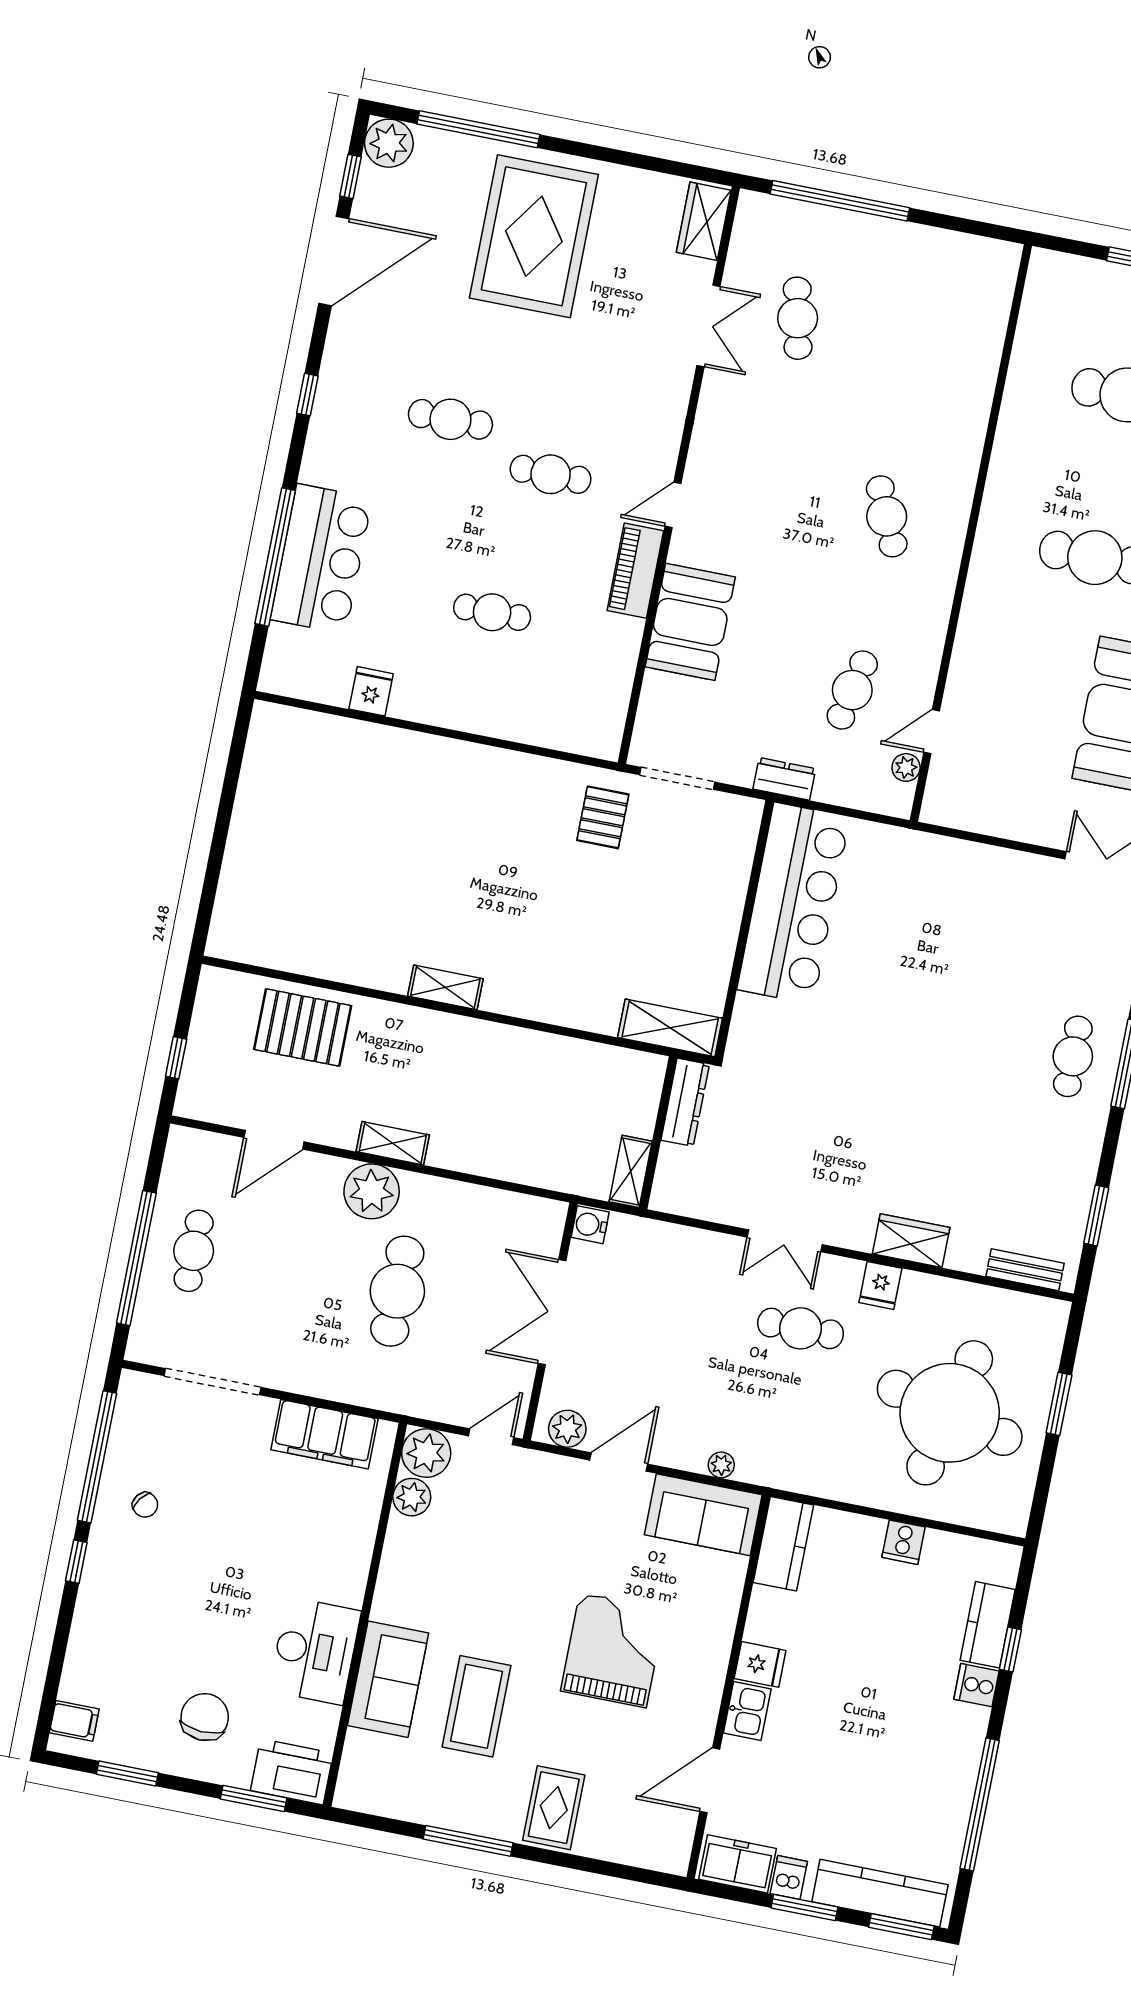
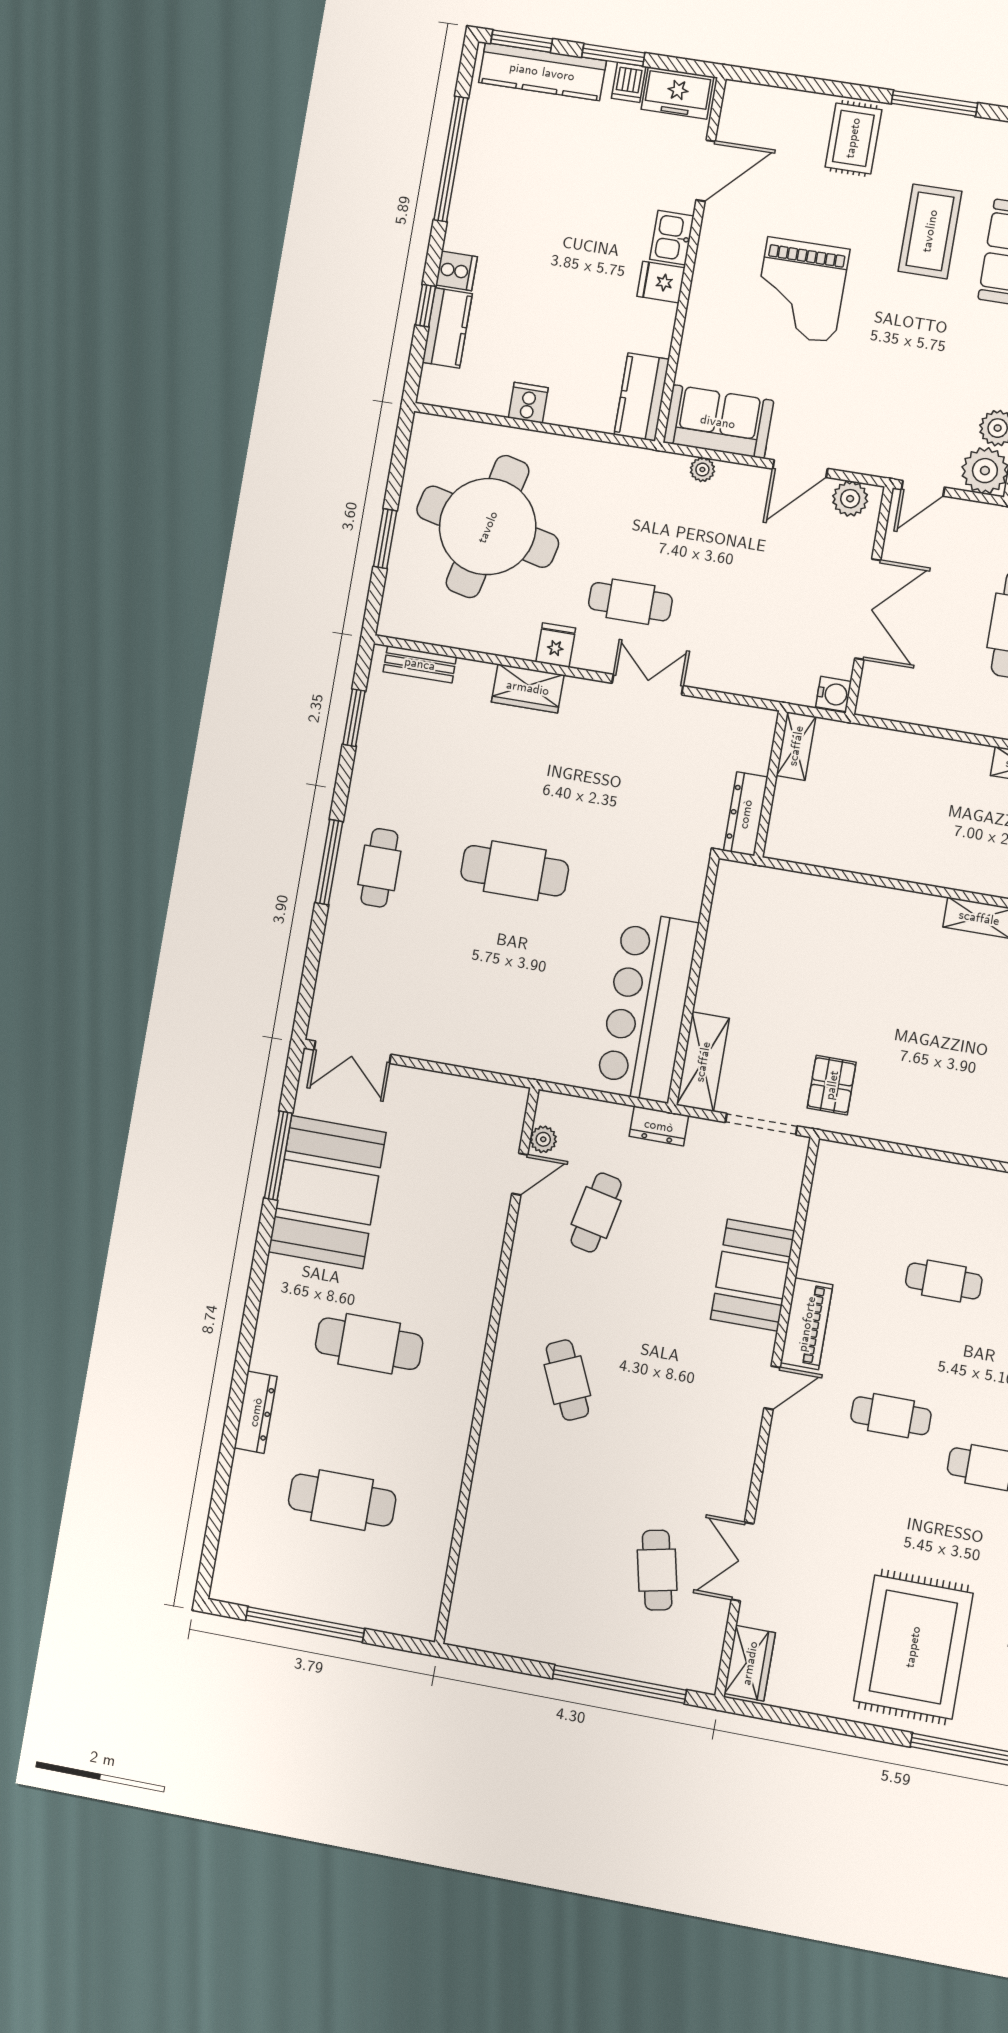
shelving: (670, 1028) -> (703, 1062), moved, turned 90
cafe table: (929, 1049) -> (515, 871), added

